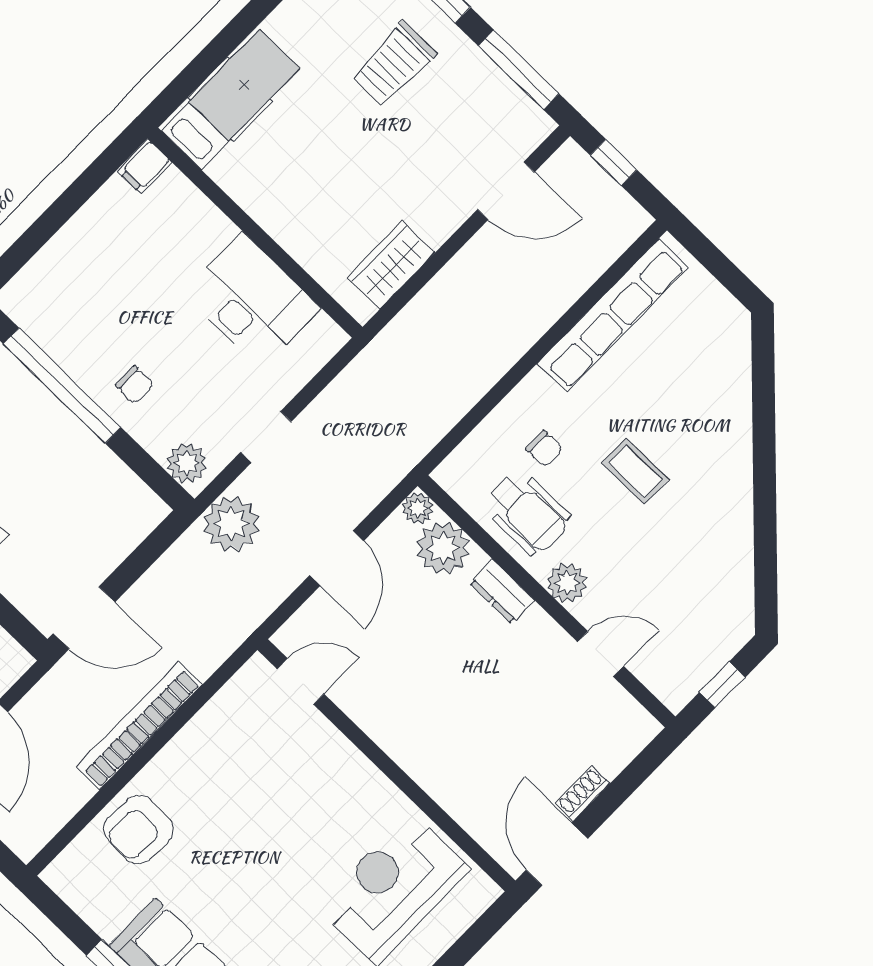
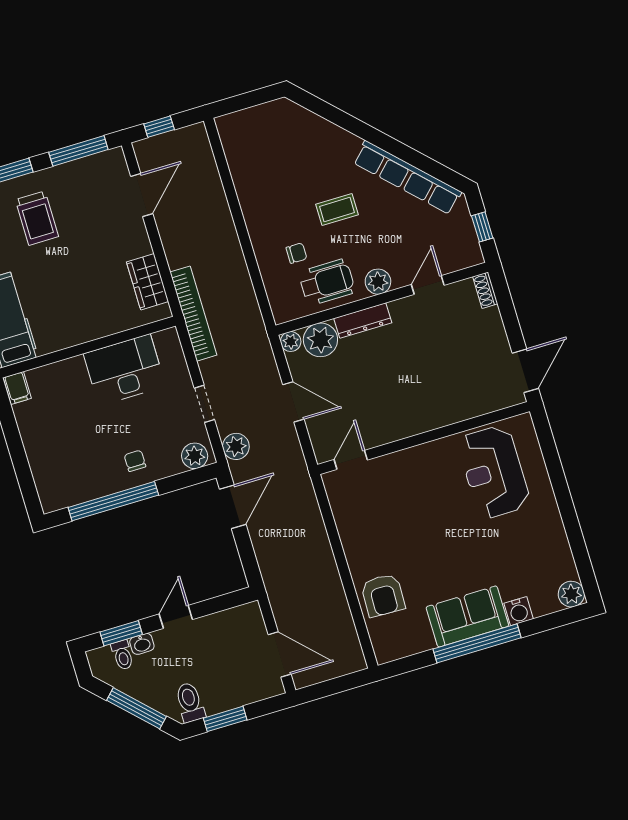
row of seats: (613, 315) -> (407, 177), moved, turned 135
chair: (134, 385) -> (135, 461), turned -90
plant: (231, 524) -> (236, 446), width x0.73, depth x0.73
dresser: (502, 592) -> (363, 320), width x1.44
door: (84, 618) -> (233, 507), moved
bookcase: (139, 726) -> (193, 314), moved, turned 180
shoe rack: (583, 793) -> (485, 290), moved
door: (557, 854) -> (525, 371), swing flipped

